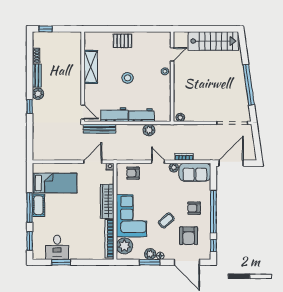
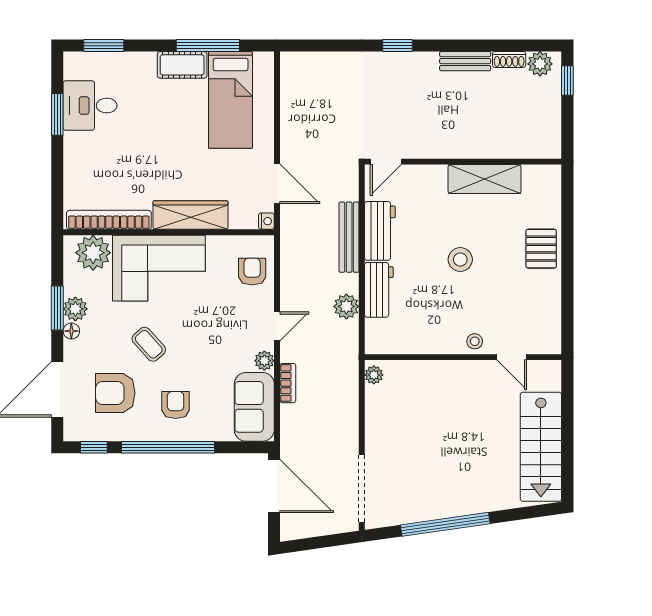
plant: (38, 94) -> (540, 64), moved
bench: (99, 129) -> (349, 237), moved
window: (30, 208) -> (208, 46), moved

